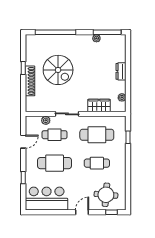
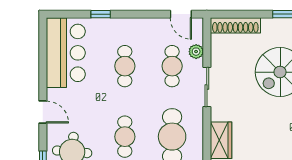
shoe rack: (30, 81) -> (235, 25), moved
door: (23, 142) -> (181, 14), moved
cafe table: (55, 163) -> (125, 66), width x0.73, depth x0.74

